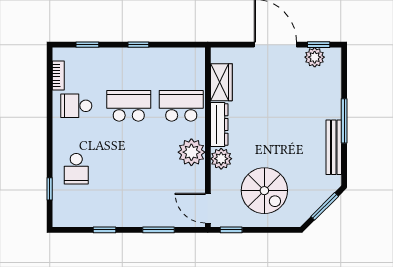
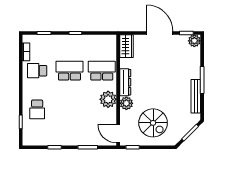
plant: (315, 57) -> (194, 41), moved
wardrobe: (221, 82) -> (127, 46), moved

